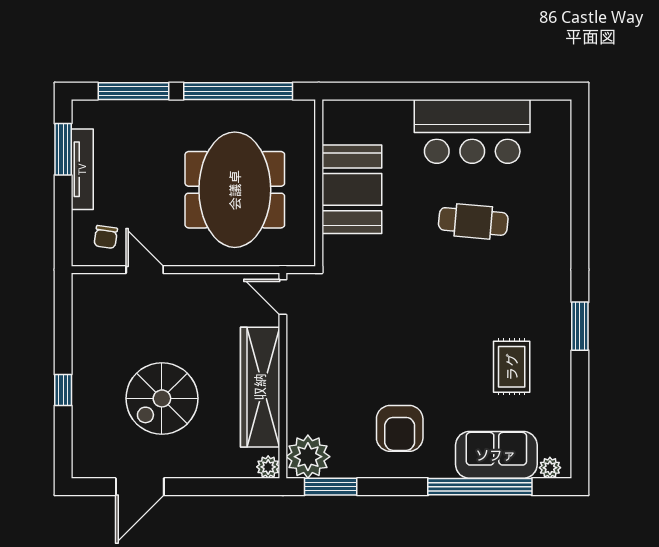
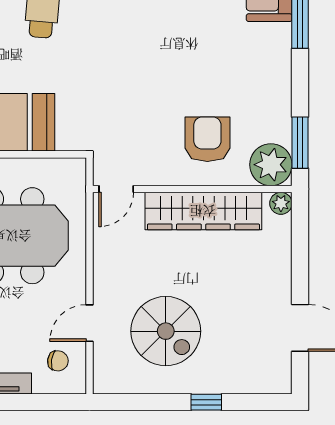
spiral stairs: (162, 398) -> (166, 331), moved
armchair: (400, 428) -> (207, 139), moved, turned -90

